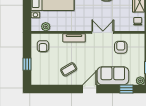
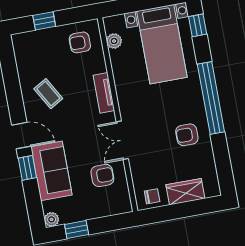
double door: (103, 32) -> (122, 140), swing flipped
window: (126, 89) -> (27, 168), moved

